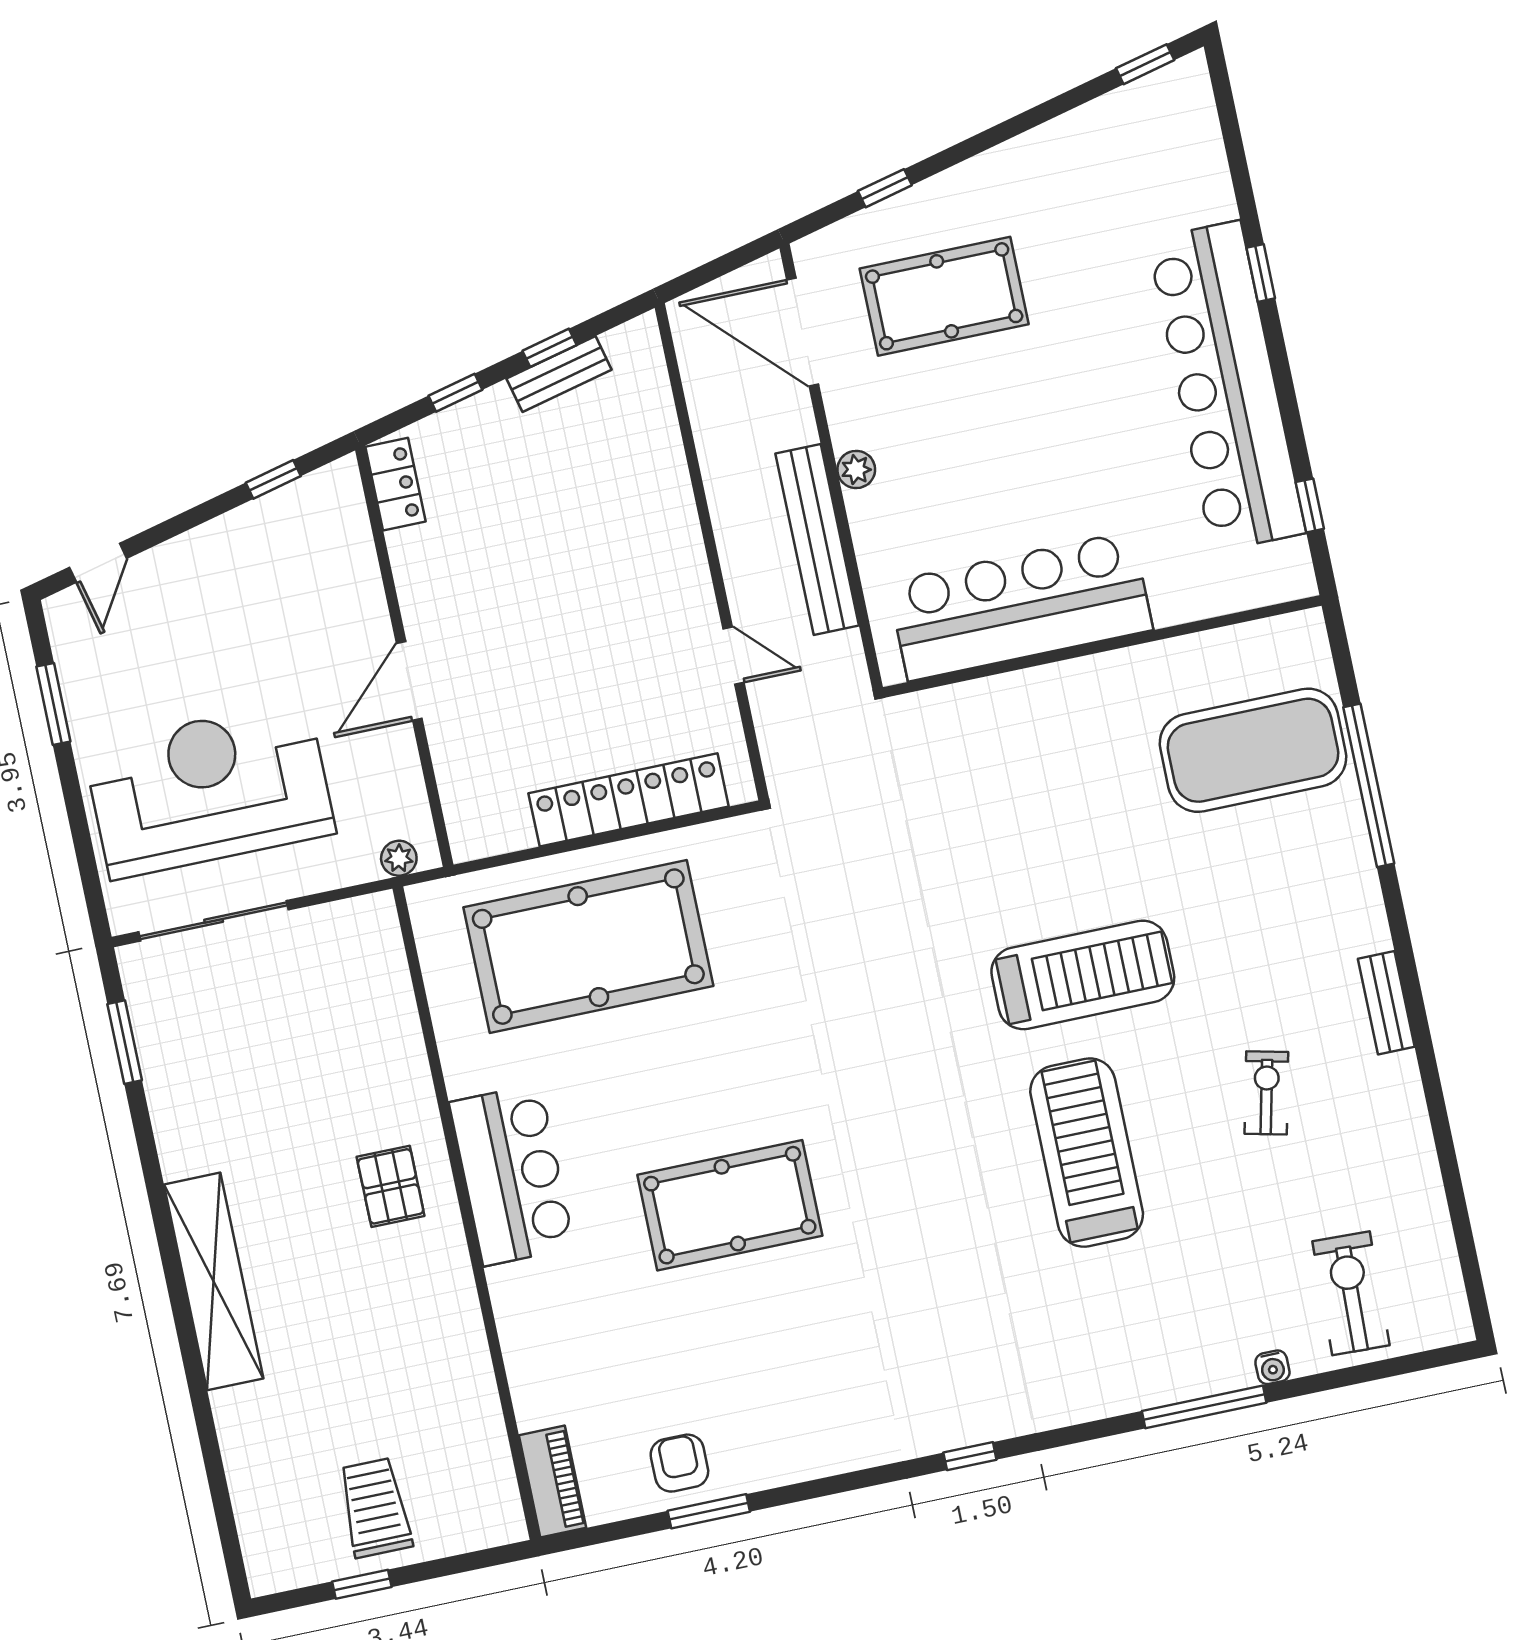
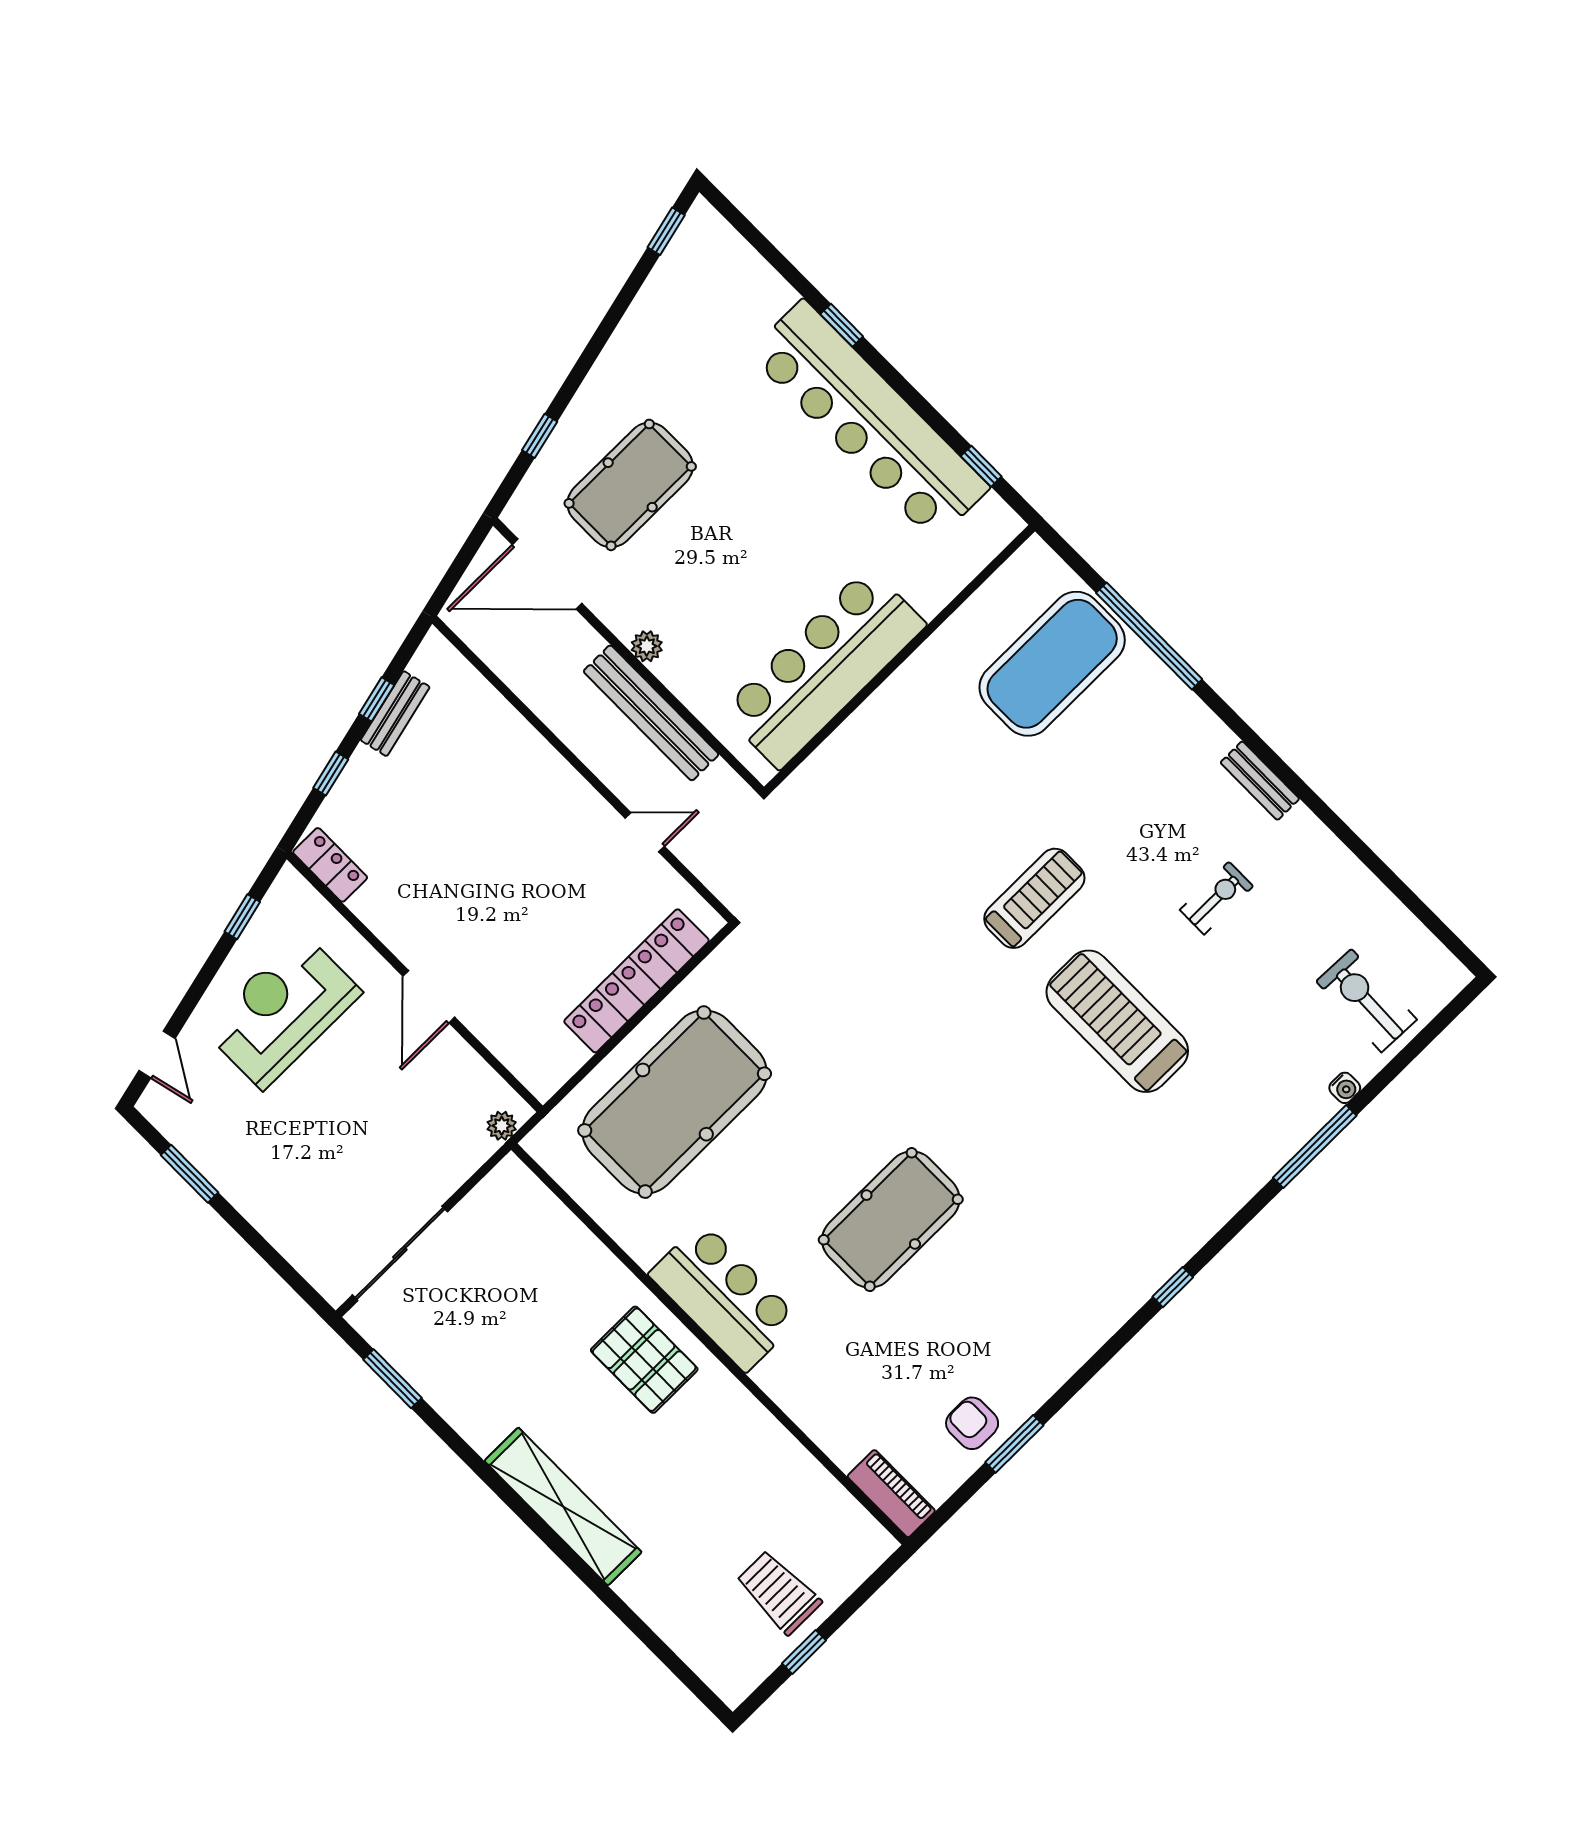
reception desk: (209, 789) -> (282, 1010), moved, width x0.74, depth x0.77
treadmill: (1083, 975) -> (1034, 898), width x0.73, depth x0.73
exercise bike: (1266, 1093) -> (1217, 898), turned 77
pallet: (391, 1186) -> (644, 1360), width x1.50, depth x1.42

